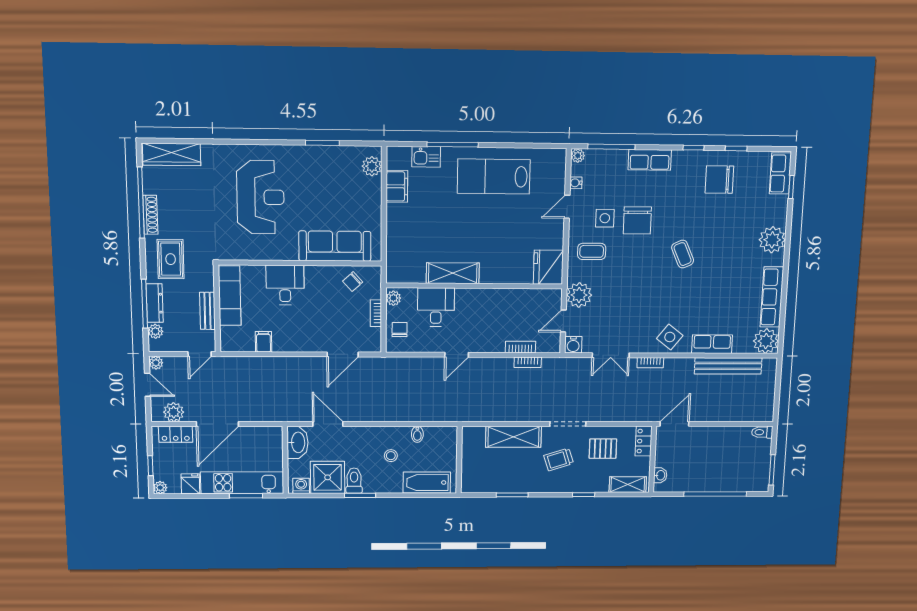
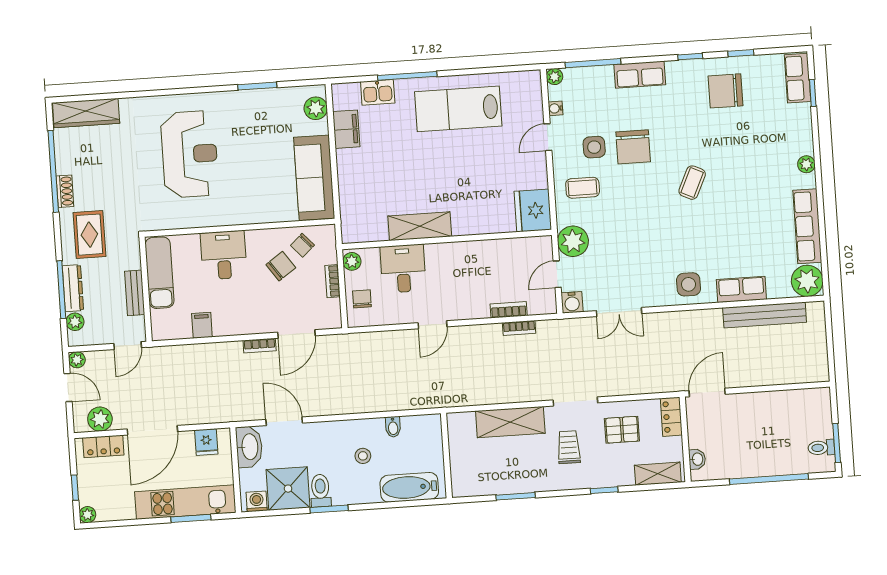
shoe rack: (150, 215) -> (65, 191), width x0.70
plant: (772, 240) -> (806, 164), width x0.53, depth x0.53
sofa: (335, 246) -> (314, 178), moved, turned -90
coffee table: (683, 254) -> (692, 183), turned 49
chair: (333, 298) -> (281, 266), added
side table: (670, 337) -> (689, 284), turned -38
bookcase: (650, 363) -> (260, 346), moved
toilet: (762, 432) -> (821, 448), moved
trolley: (559, 459) -> (569, 447), turned 108
fridge: (190, 484) -> (206, 442), moved, turned 180

